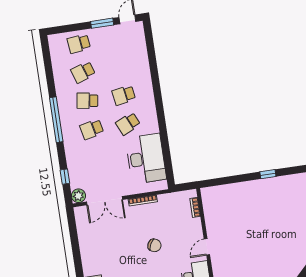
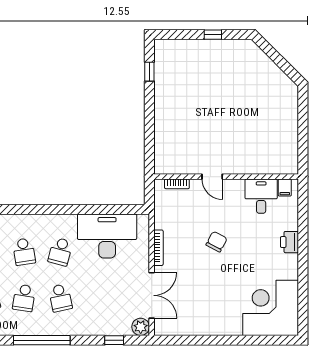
school desk: (128, 124) -> (60, 252), turned 39
window: (268, 174) -> (149, 72), moved
door: (207, 247) -> (212, 177), moved

